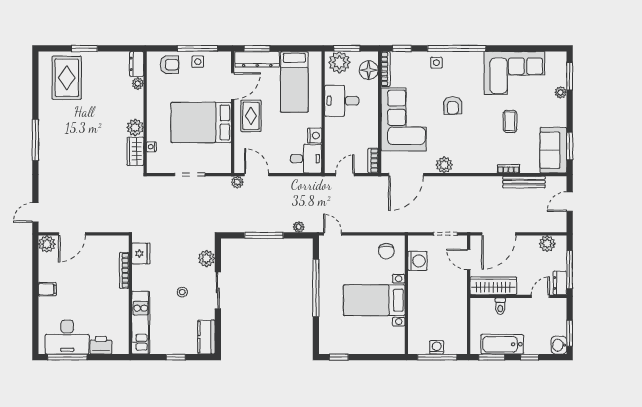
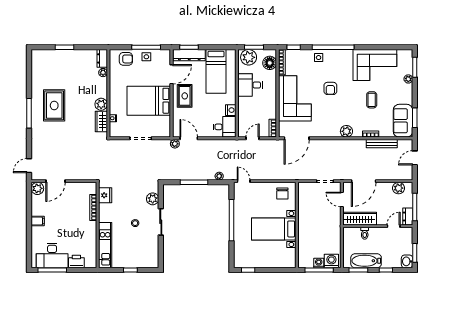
rug: (67, 78) -> (54, 105), moved
plant: (444, 165) -> (346, 131), moved
washing machine: (417, 261) -> (331, 261), moved, turned -90
kitchen counter: (206, 337) -> (153, 256), removed

